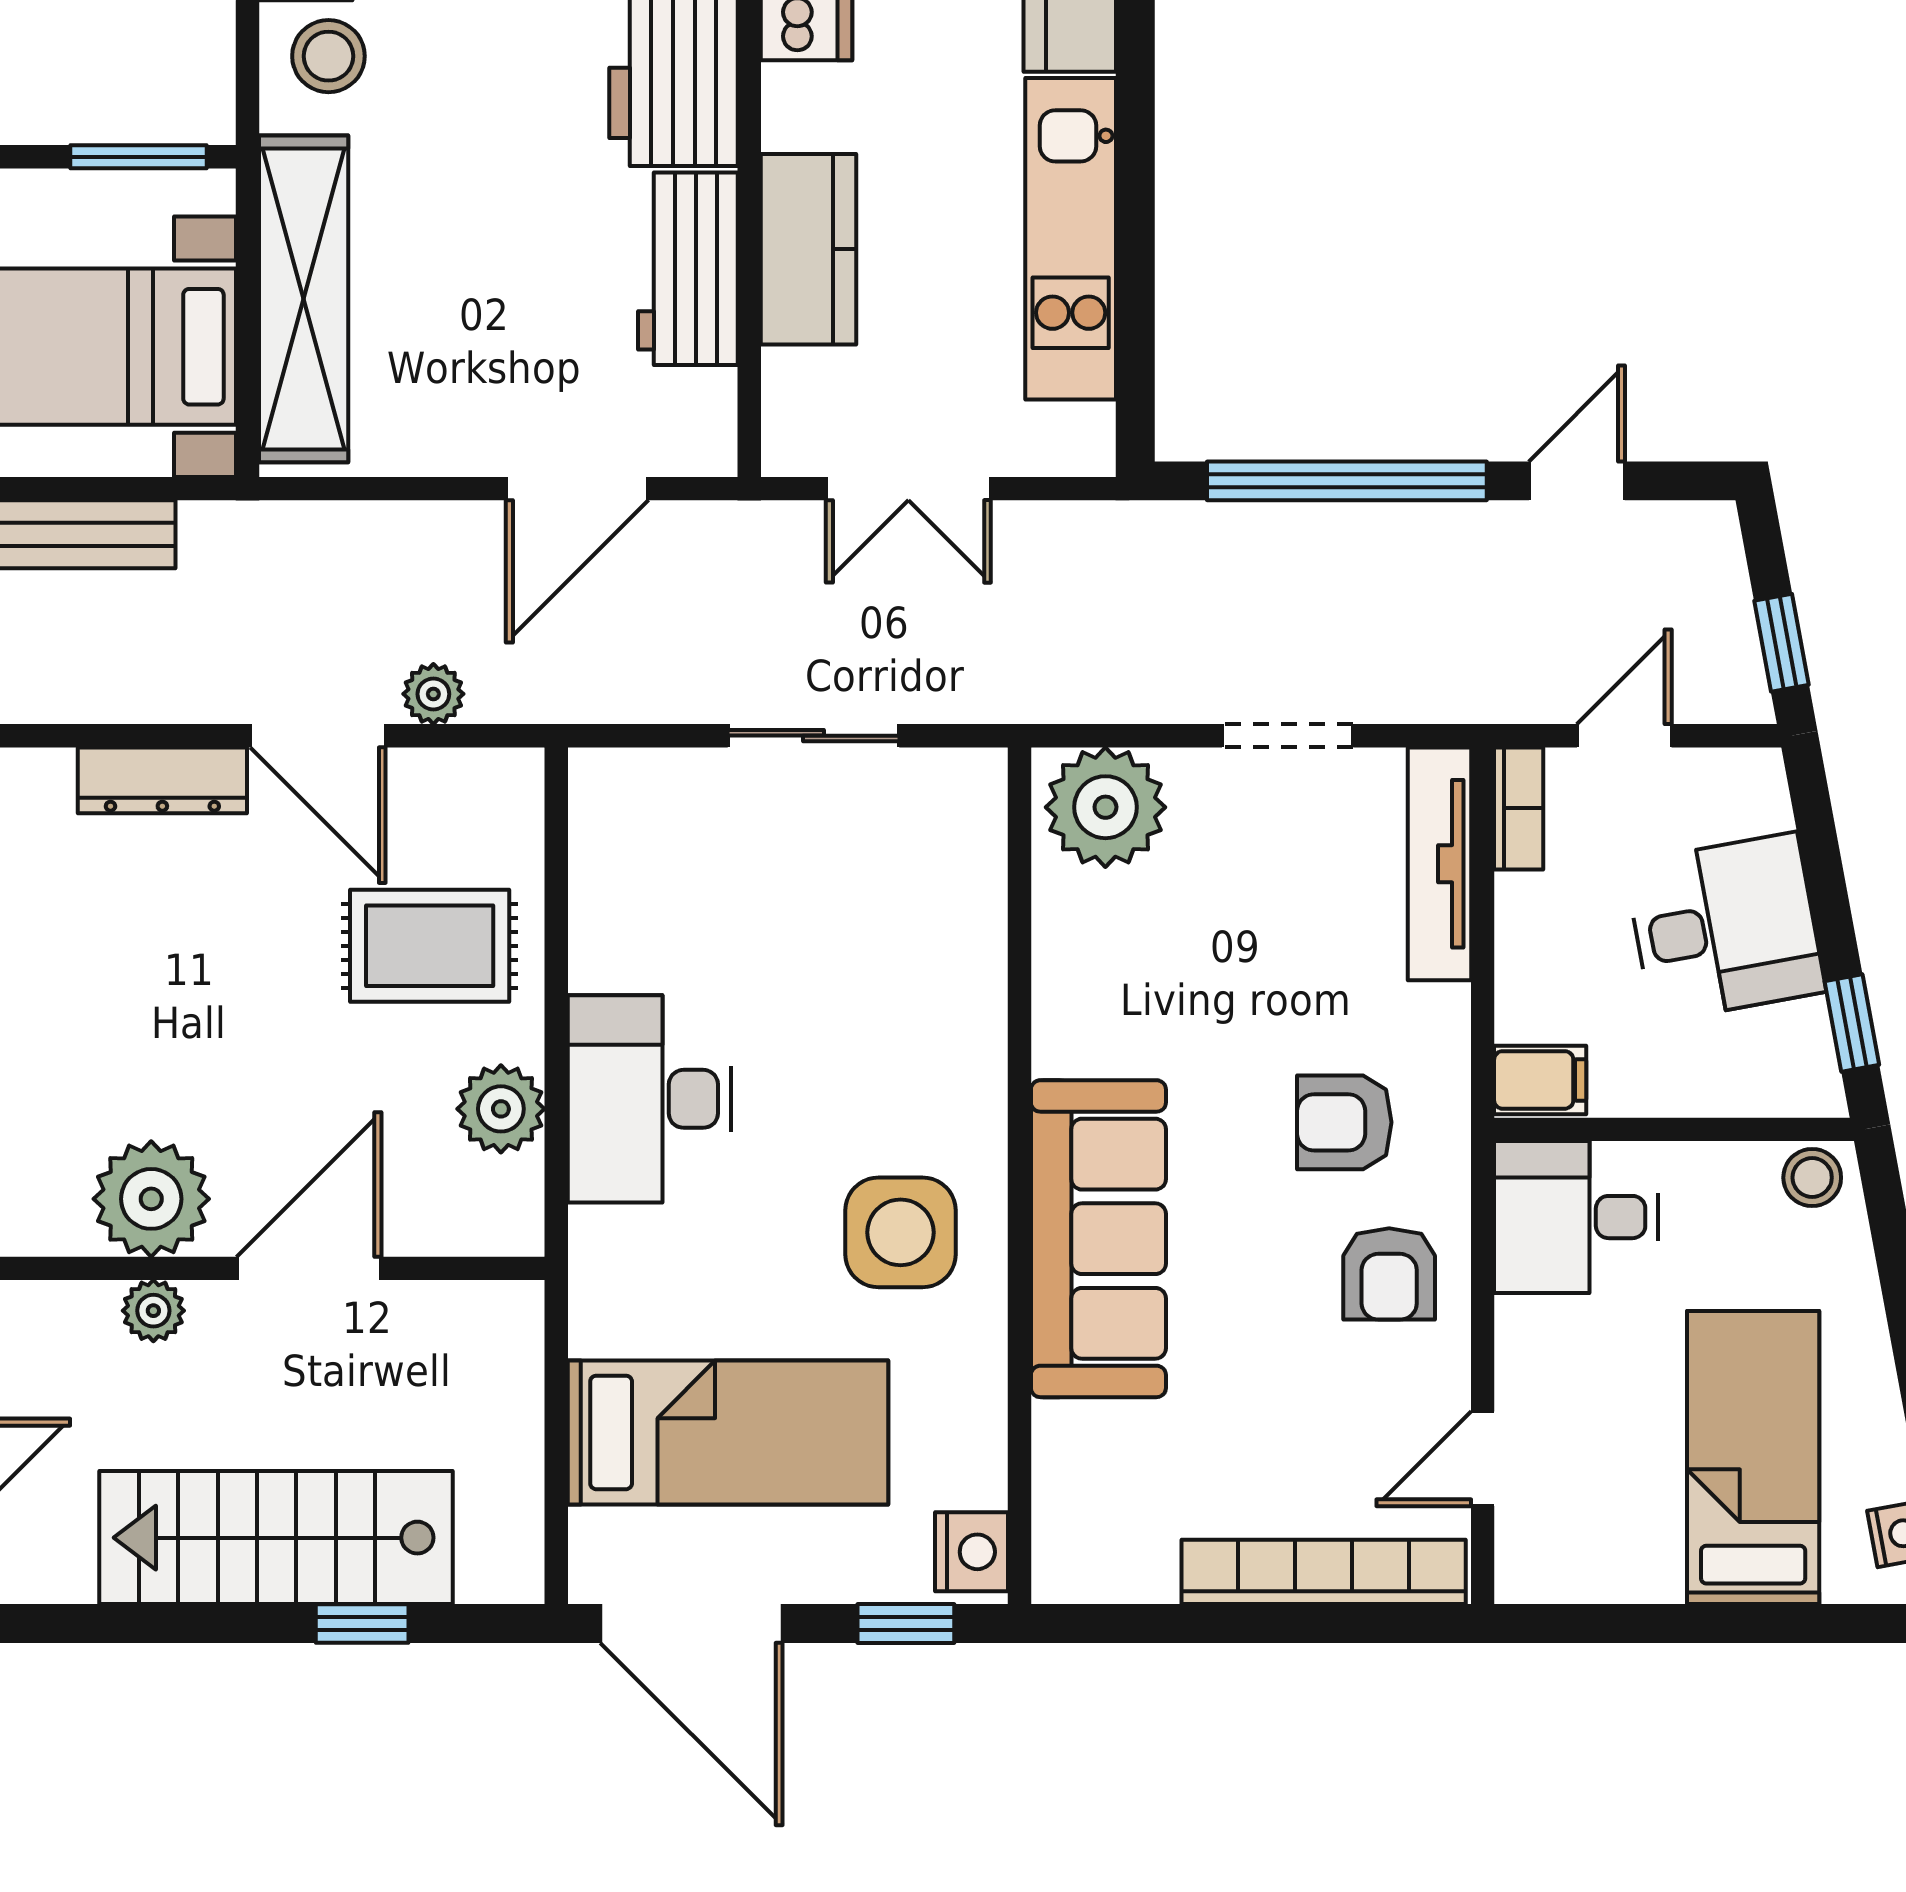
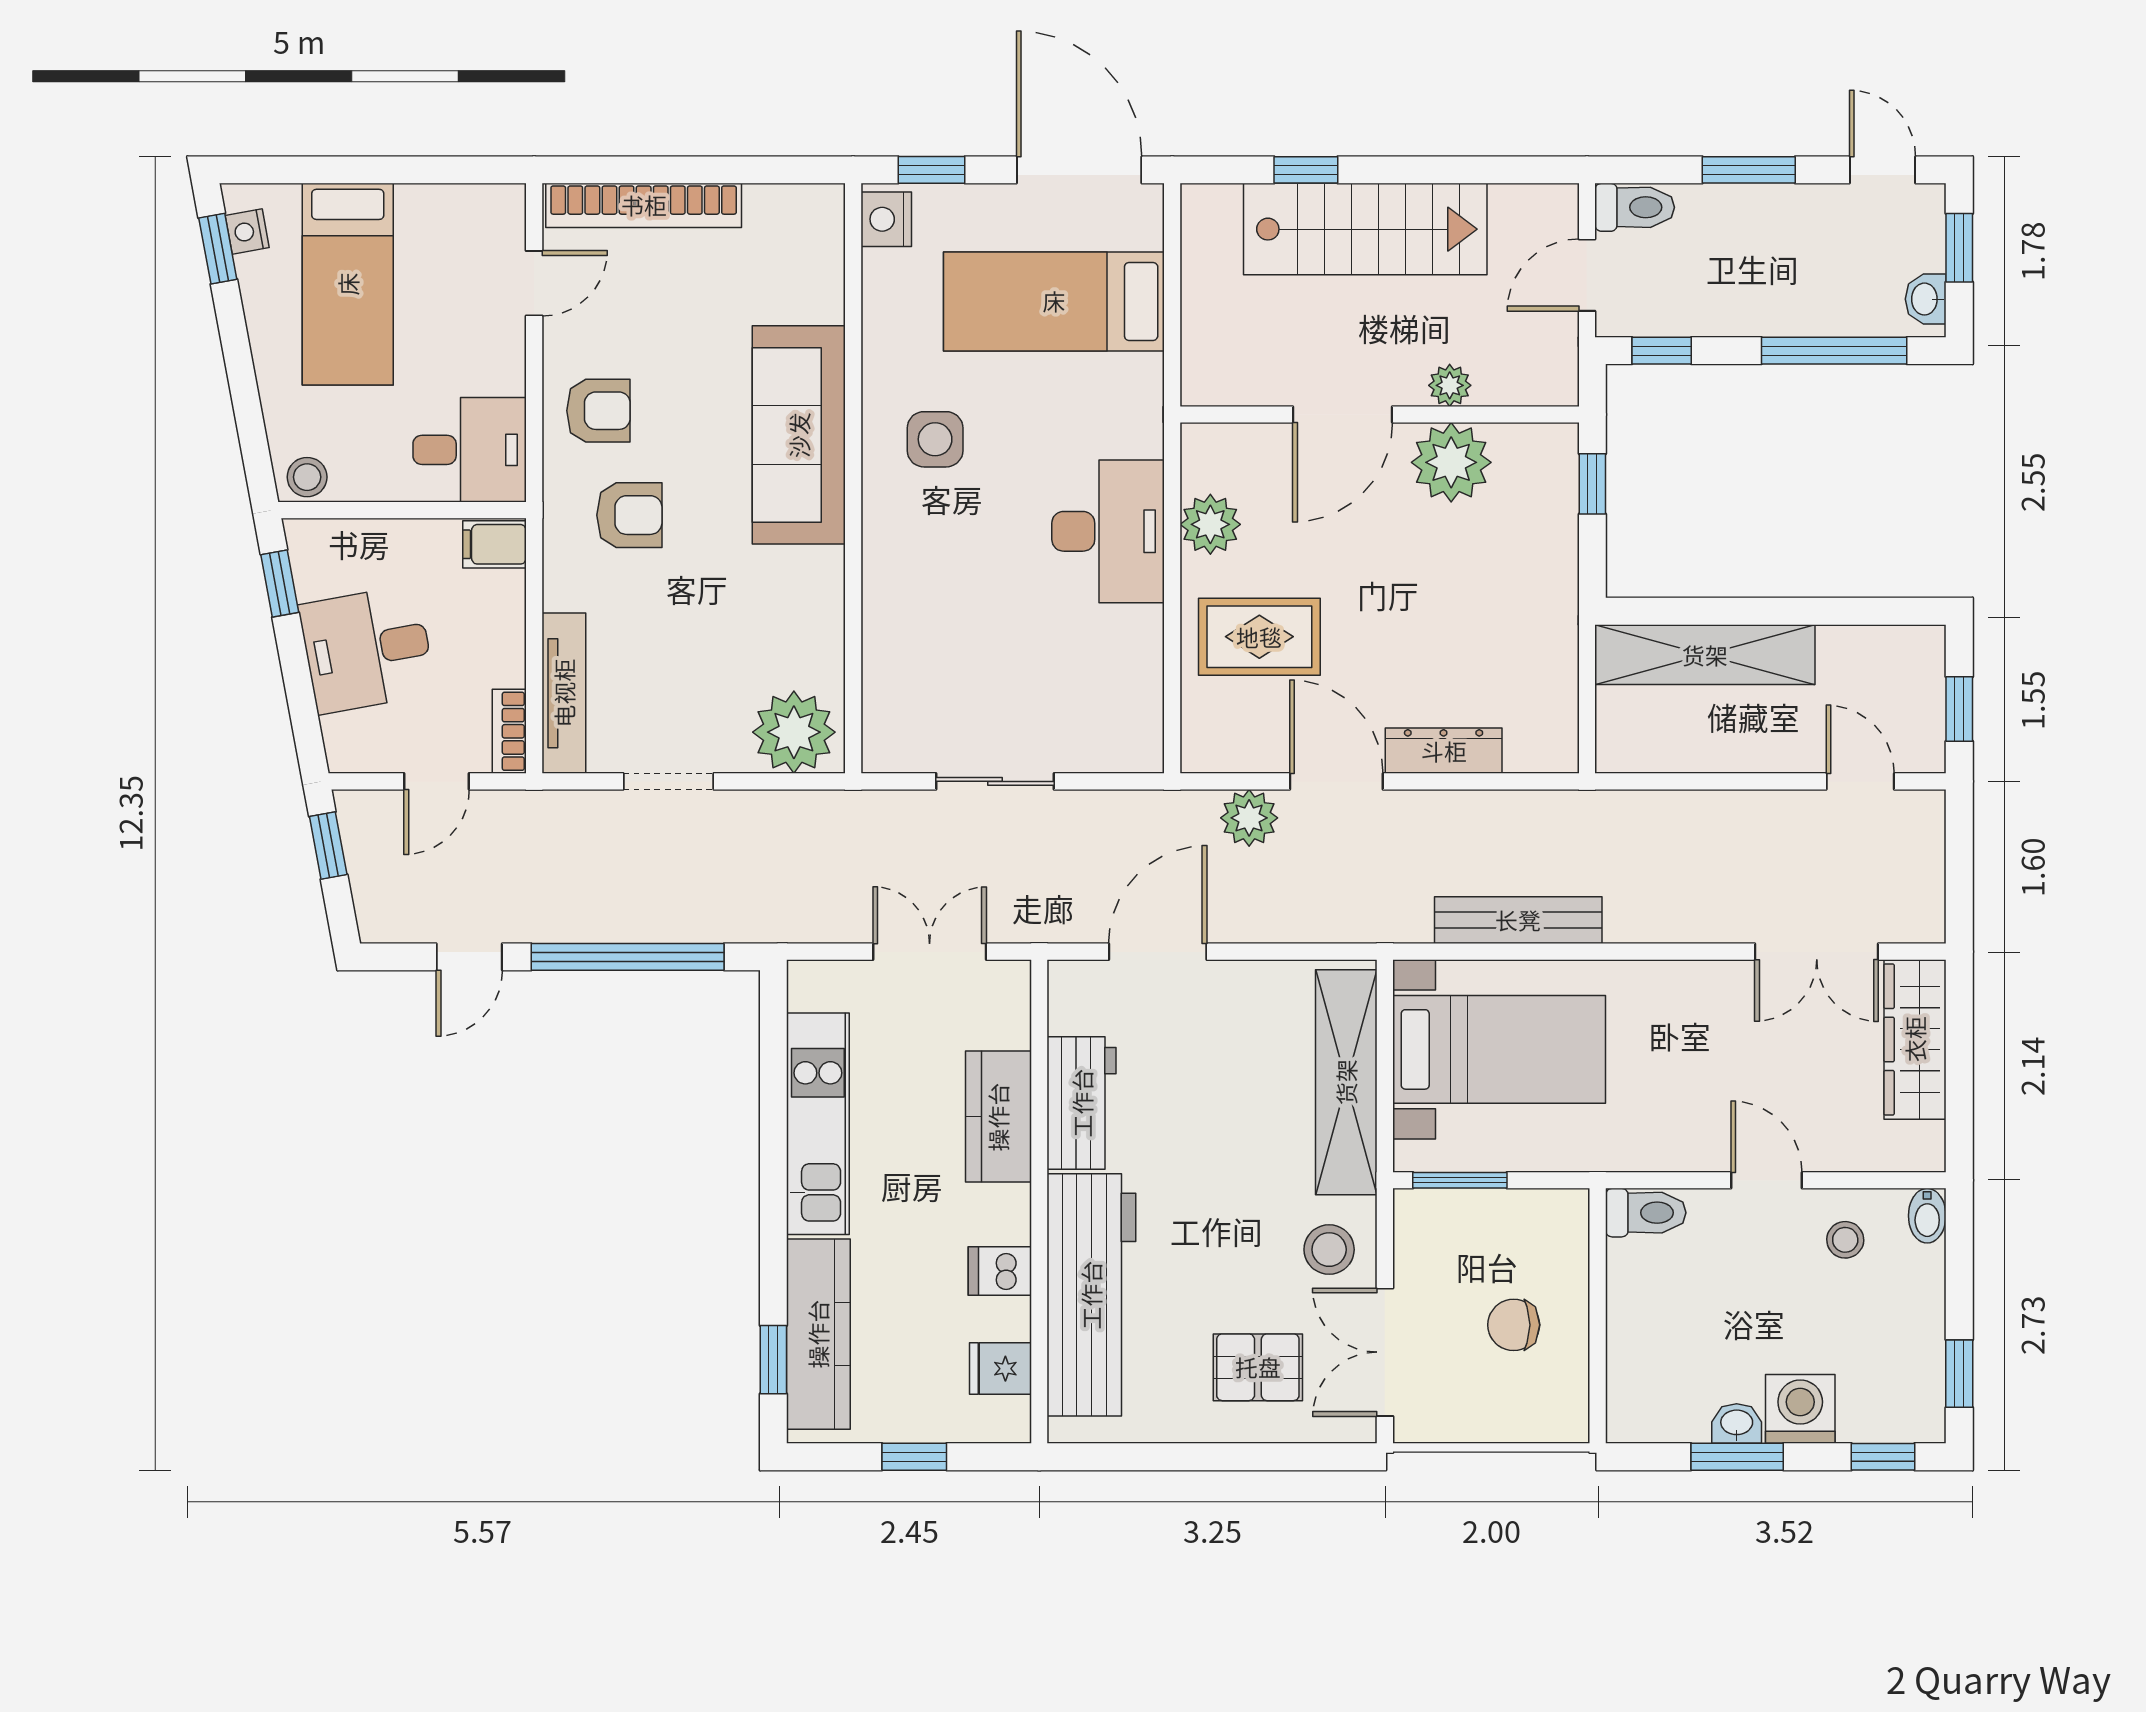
plant: (433, 694) -> (1249, 818), width x1.38, depth x1.38
side table: (901, 1232) -> (935, 439), width x0.73, depth x0.73
armchair: (1389, 1274) -> (598, 411), turned 90

